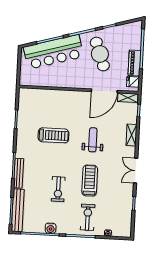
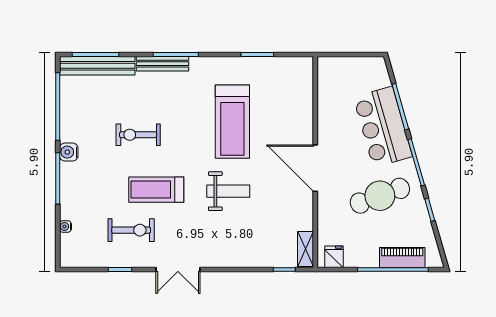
bar counter: (54, 52) -> (383, 127), width x0.73
piano: (134, 63) -> (402, 257), moved
door: (104, 91) -> (315, 168), moved
treadmill: (53, 135) -> (232, 122), width x1.37, depth x1.38
shelving: (132, 135) -> (240, 259), removed
double door: (136, 171) -> (178, 269), swing flipped
treadmill: (90, 180) -> (156, 190), turned 180
exercise bike: (88, 217) -> (131, 230), moved
water cooler: (51, 228) -> (69, 152), moved

